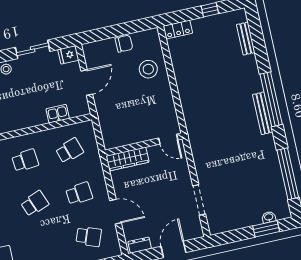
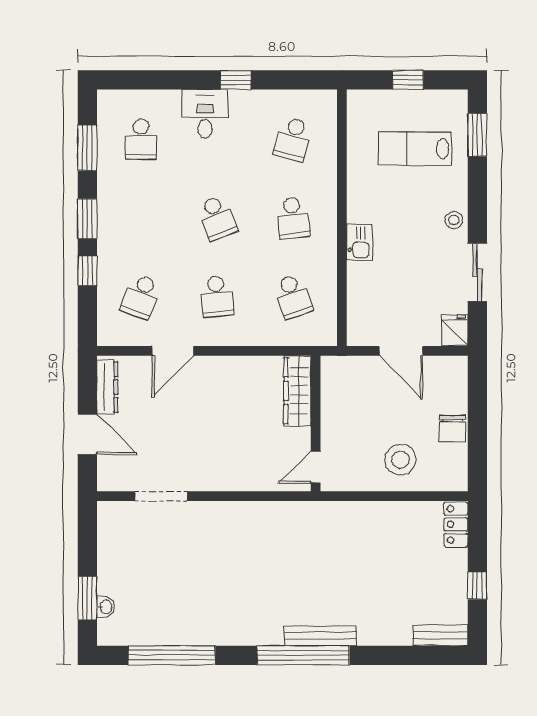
bench: (246, 39) -> (440, 635), moved
bench: (263, 113) -> (320, 636), moved
kitchen sink: (58, 114) -> (359, 243), moved
door: (168, 139) -> (316, 467), moved
wall: (144, 145) -> (316, 423), moved
wardrobe: (127, 159) -> (297, 391), moved
dresser: (140, 245) -> (107, 387), width x1.44

